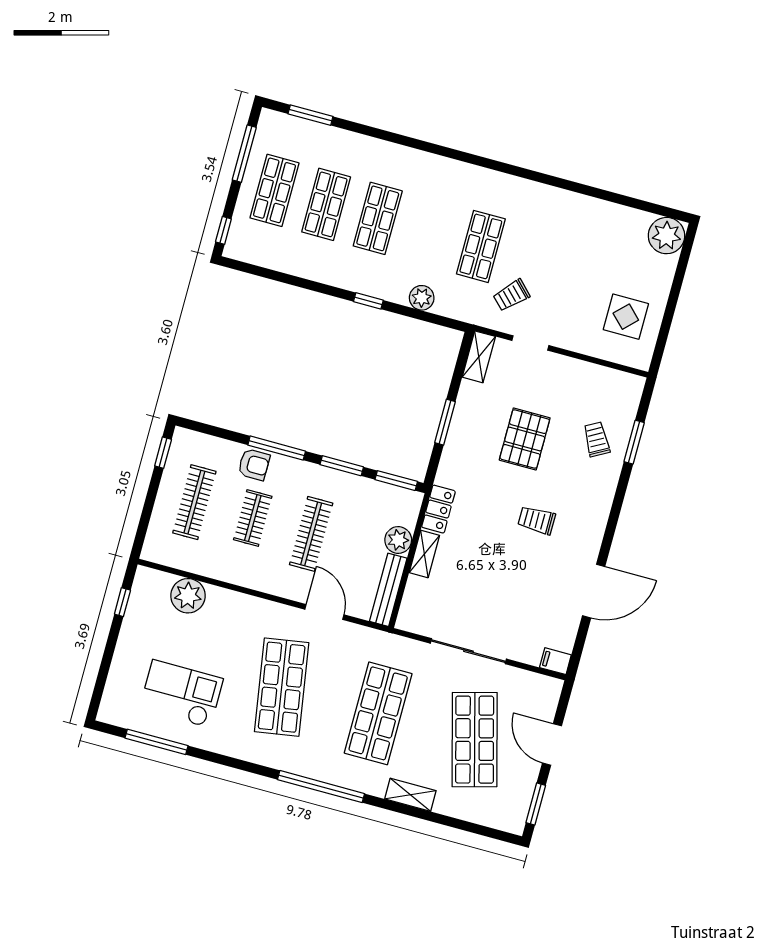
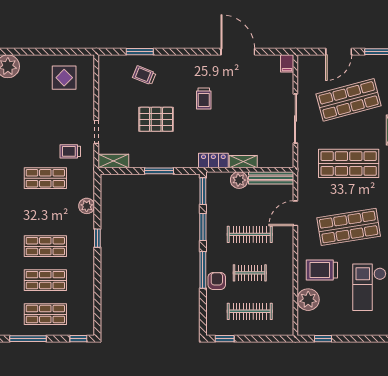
trolley: (511, 295) -> (70, 151), turned 135
trolley: (597, 439) -> (144, 75), turned 51
trolley: (227, 629) -> (322, 270), added

